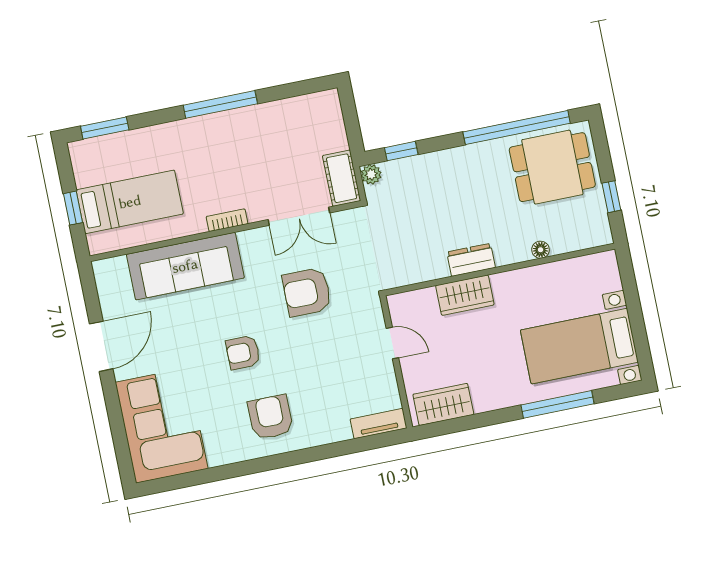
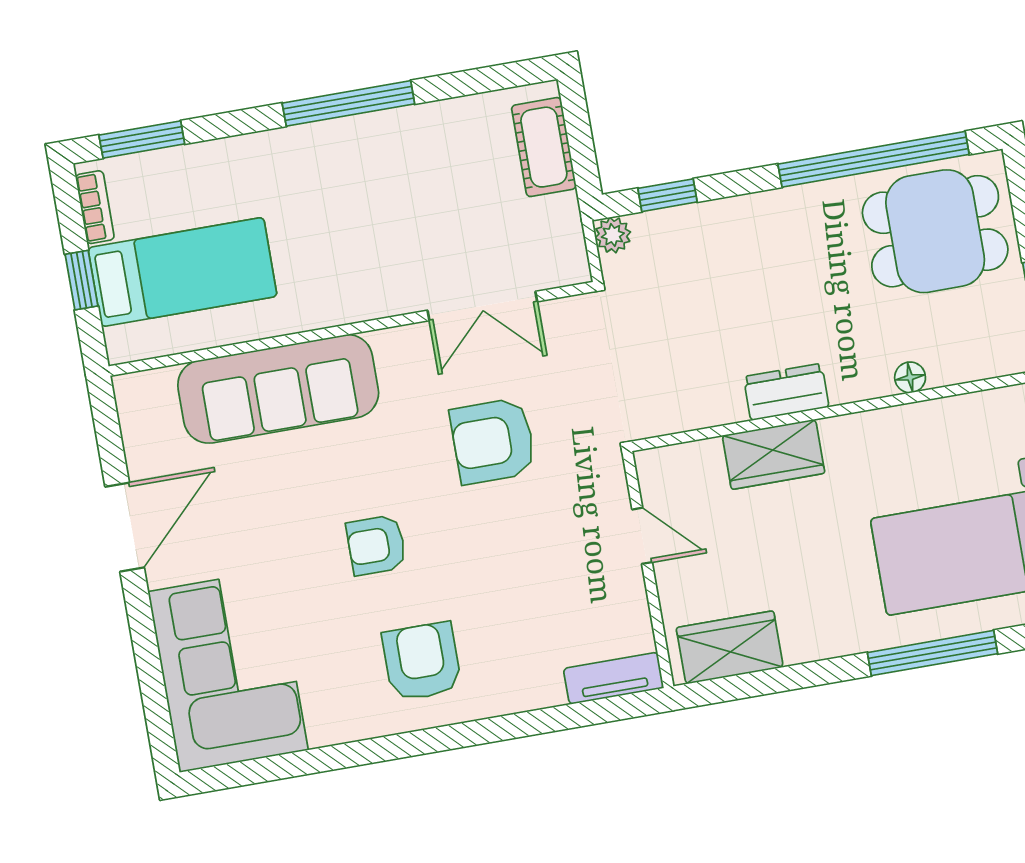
cot: (342, 178) -> (544, 147), moved
bookcase: (227, 220) -> (95, 207), moved, turned 90

